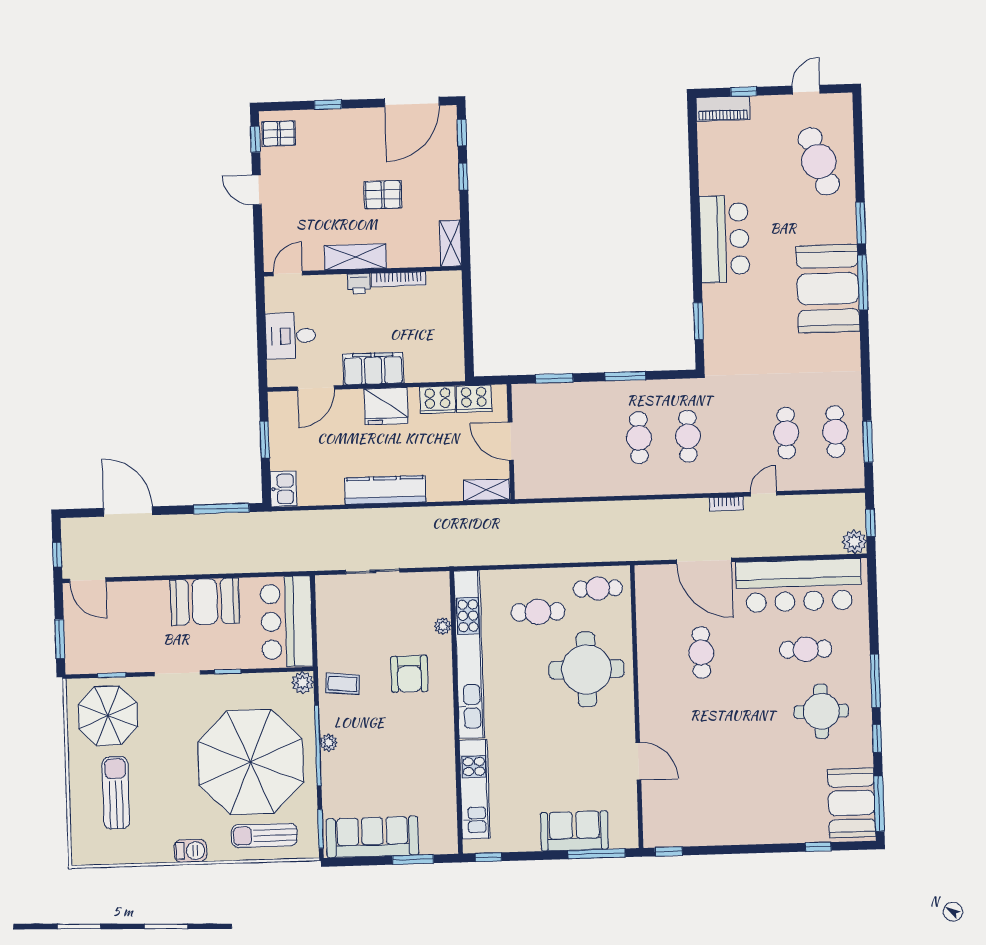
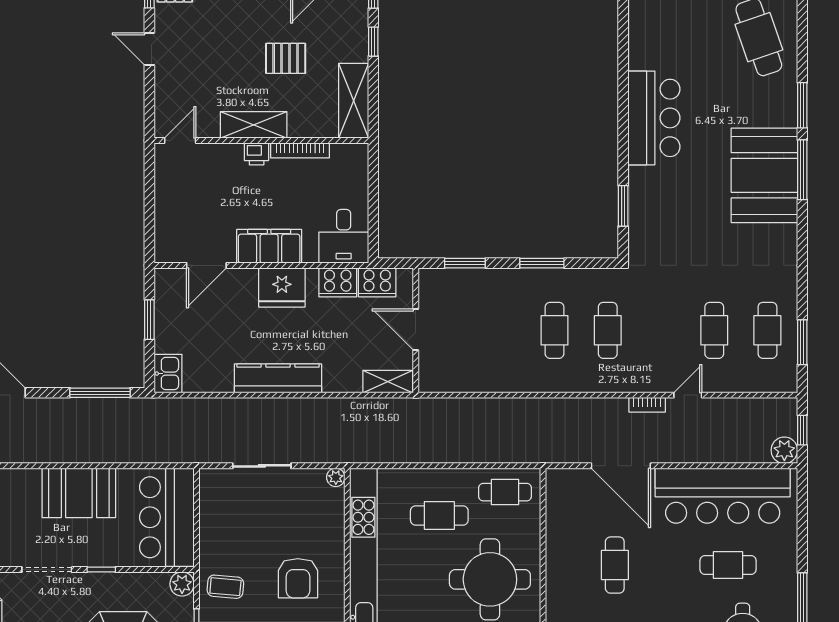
shelving: (451, 243) -> (354, 101), width x1.50, depth x1.33
desk: (291, 336) -> (344, 236), moved, turned -90
plant: (443, 626) -> (336, 477), moved

